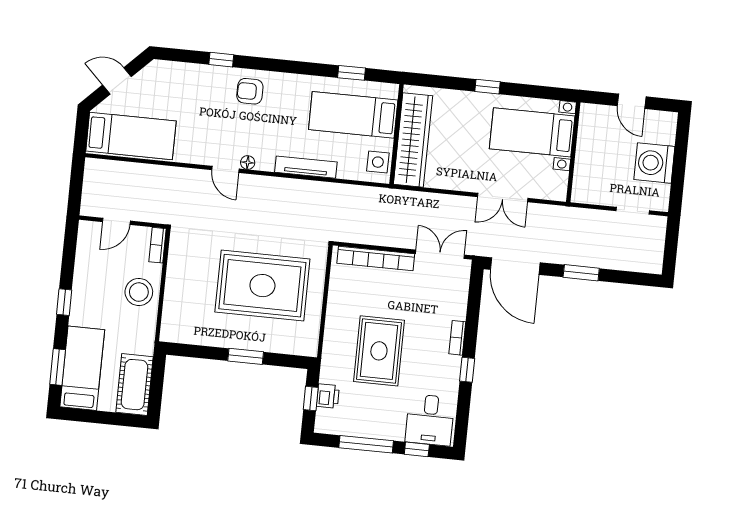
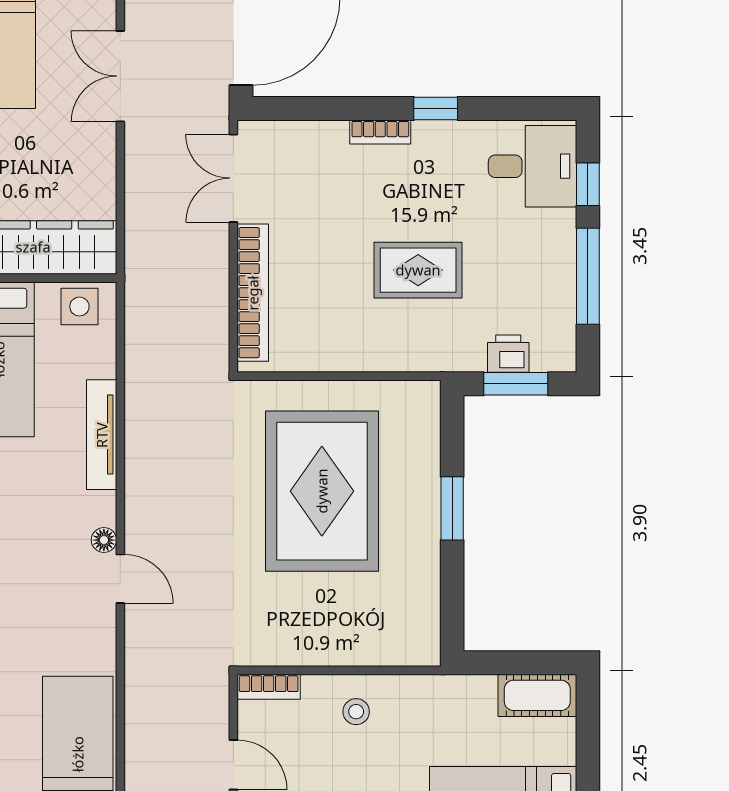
door: (225, 169) -> (120, 579), hinge flipped
double door: (503, 198) -> (120, 76), swing flipped
stool: (139, 292) -> (356, 712), width x0.53, depth x0.53
rug: (379, 351) -> (418, 270), width x0.73, depth x0.70
cot: (135, 385) -> (537, 695), width x0.73, depth x0.75
window: (311, 399) -> (516, 384), width x1.50

